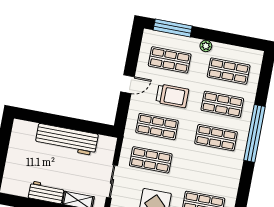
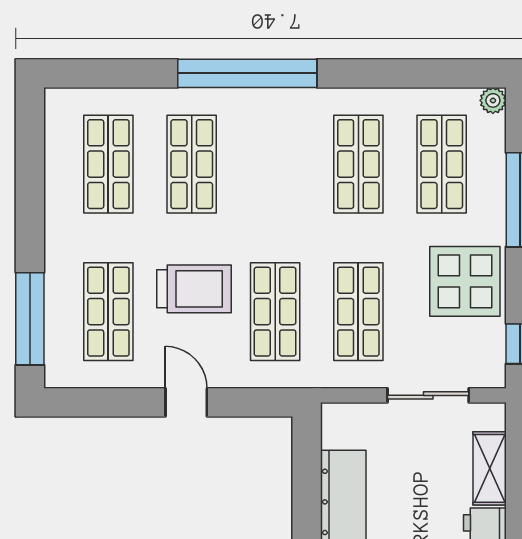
plant: (206, 46) -> (58, 231), removed
trolley: (172, 96) -> (194, 289), turned 90
shop shelf: (216, 138) -> (358, 164), moved

